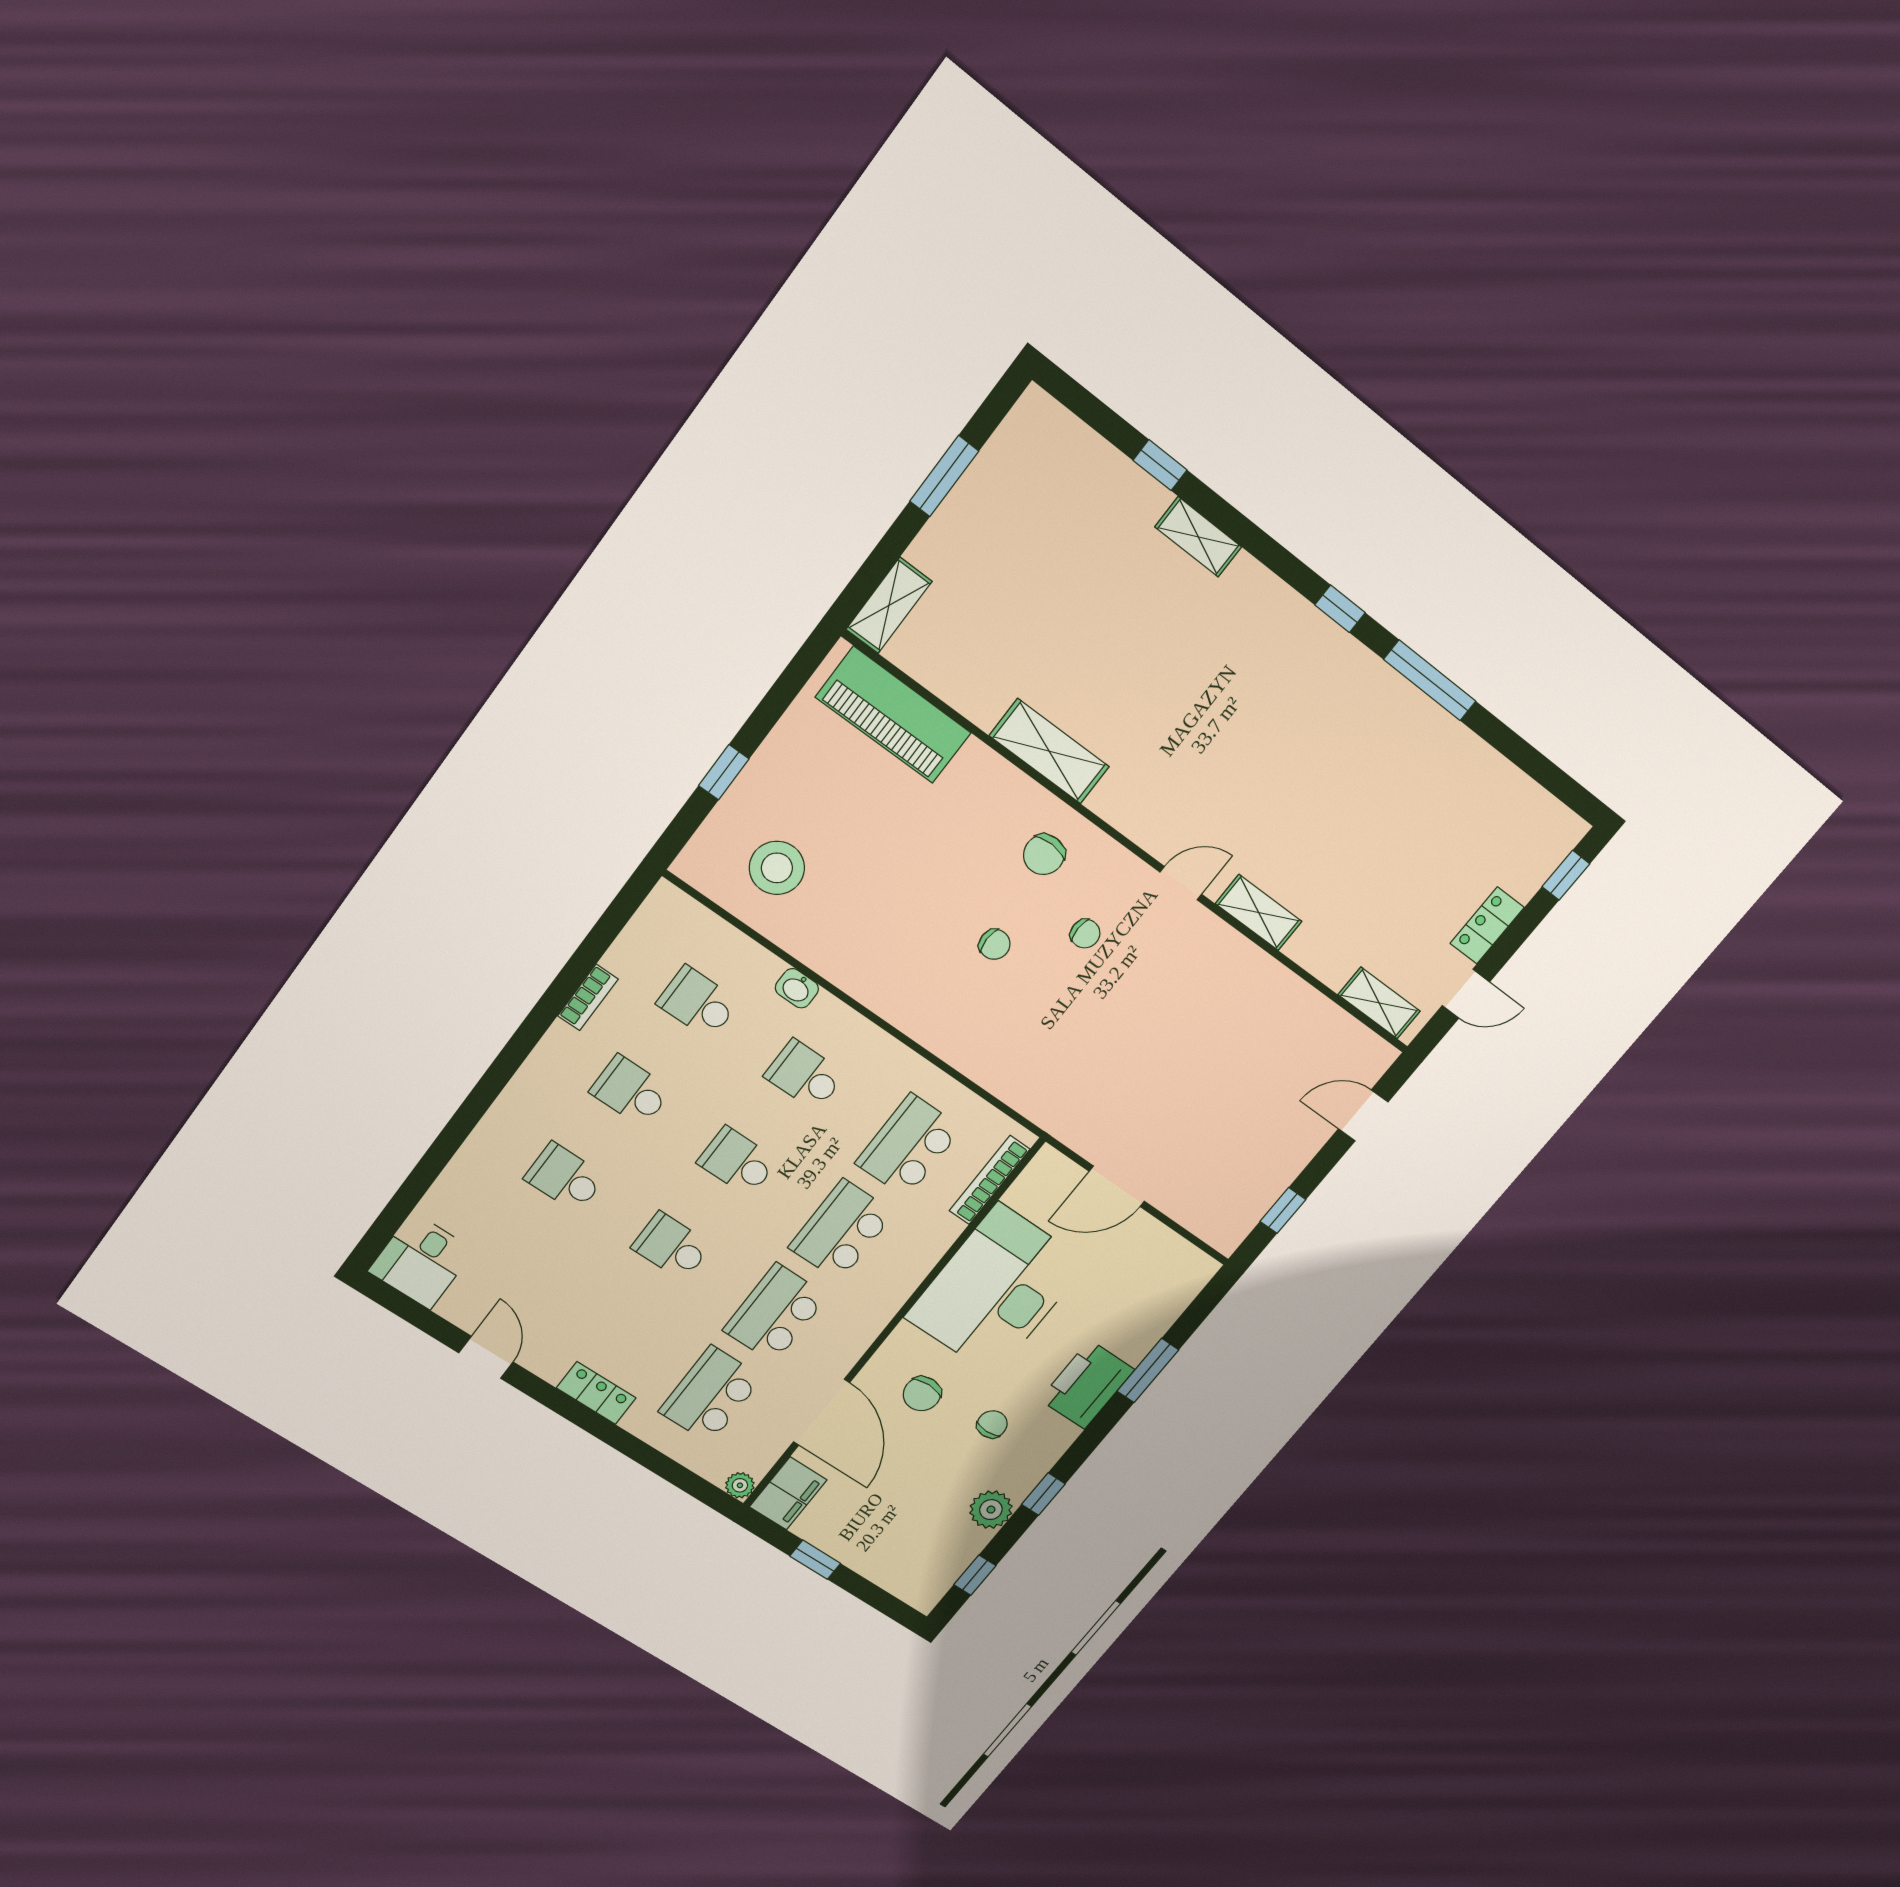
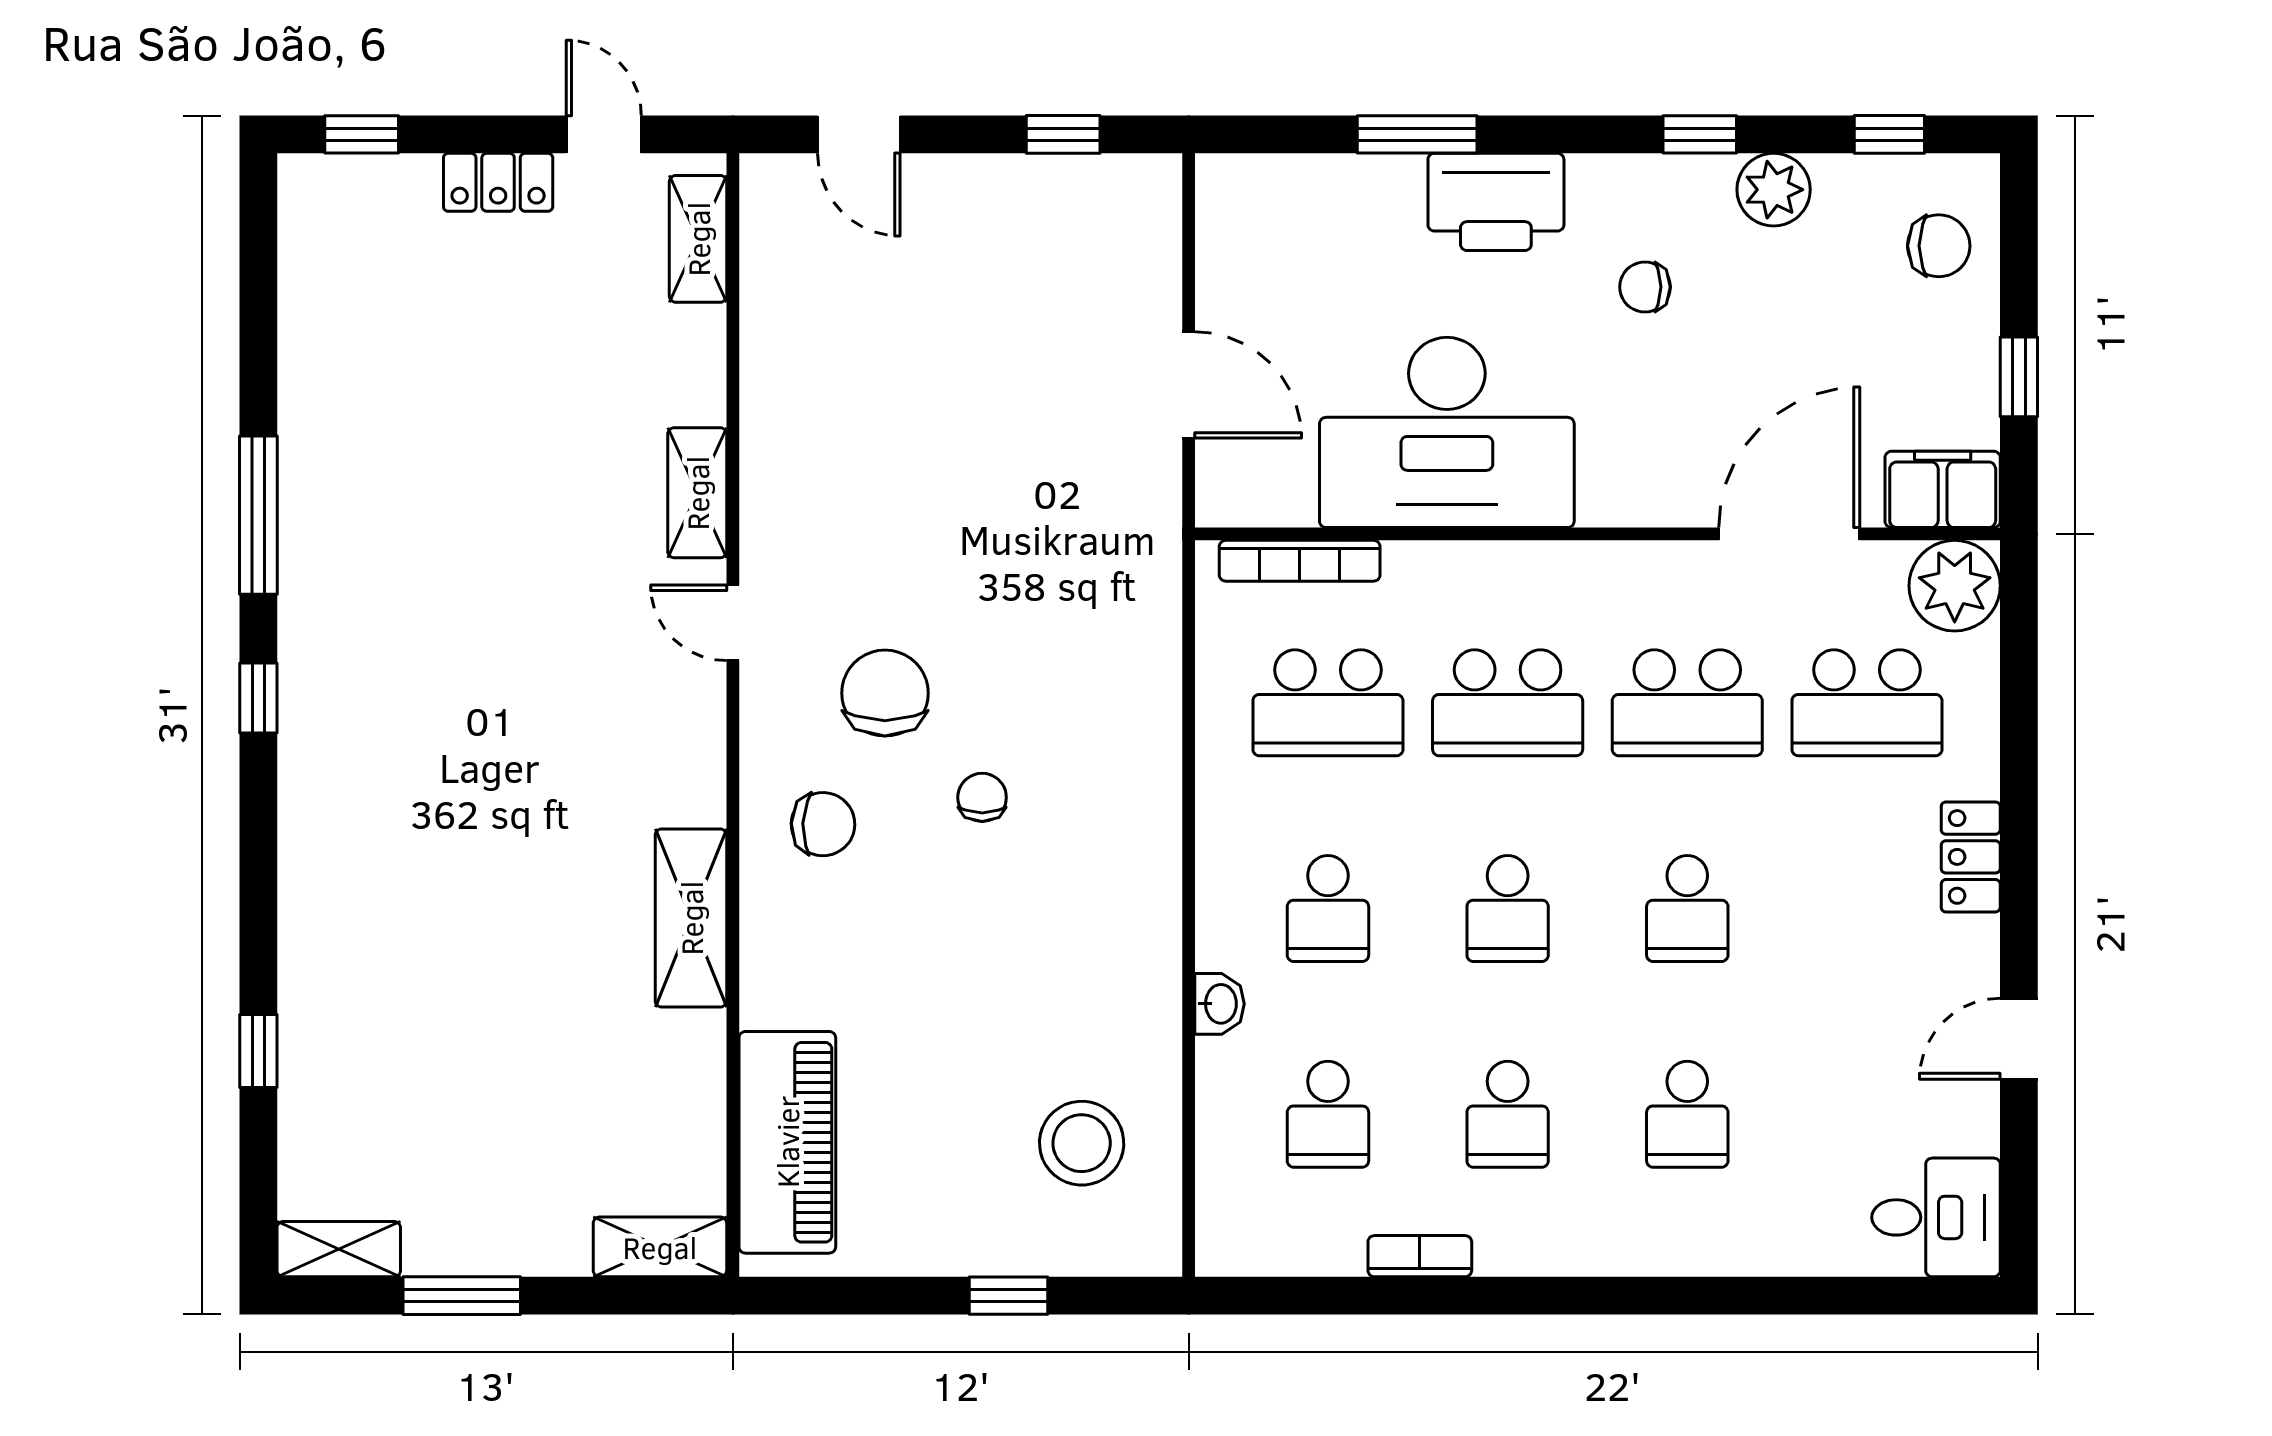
shelving: (1198, 537) -> (339, 1249), moved, turned 90
chair: (1085, 934) -> (885, 693), width x1.87, depth x1.87
chair: (922, 1394) -> (1939, 246), moved
plant: (740, 1485) -> (1955, 586), width x1.88, depth x1.88

